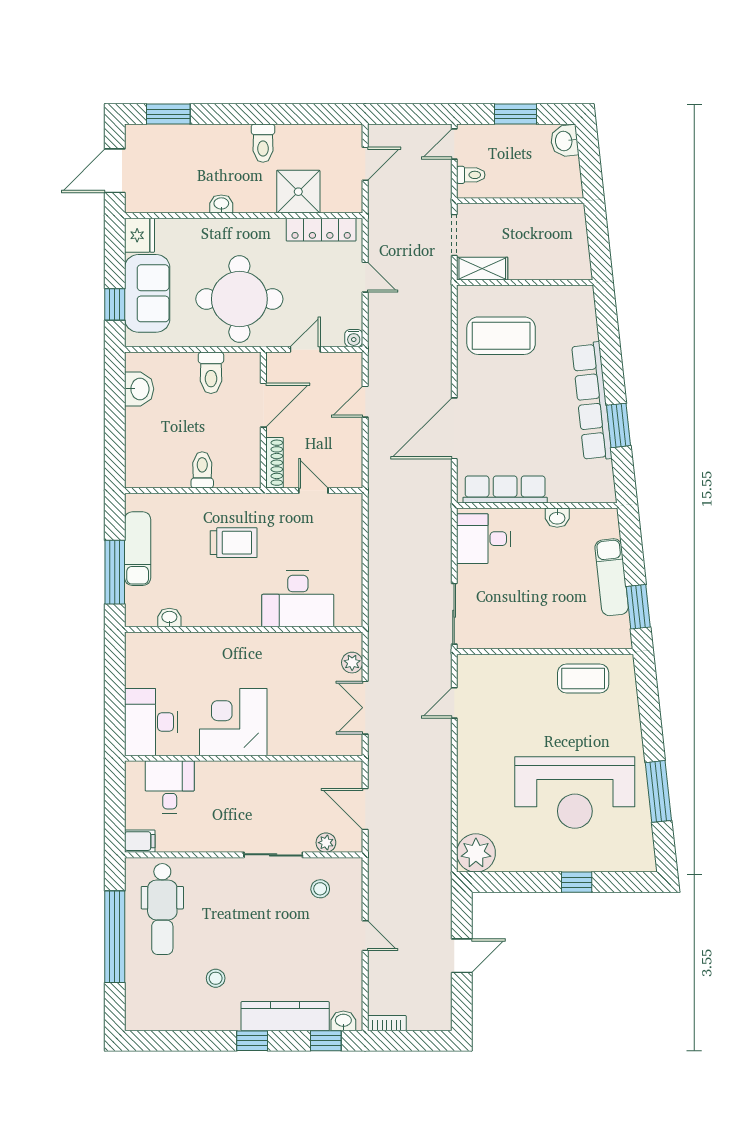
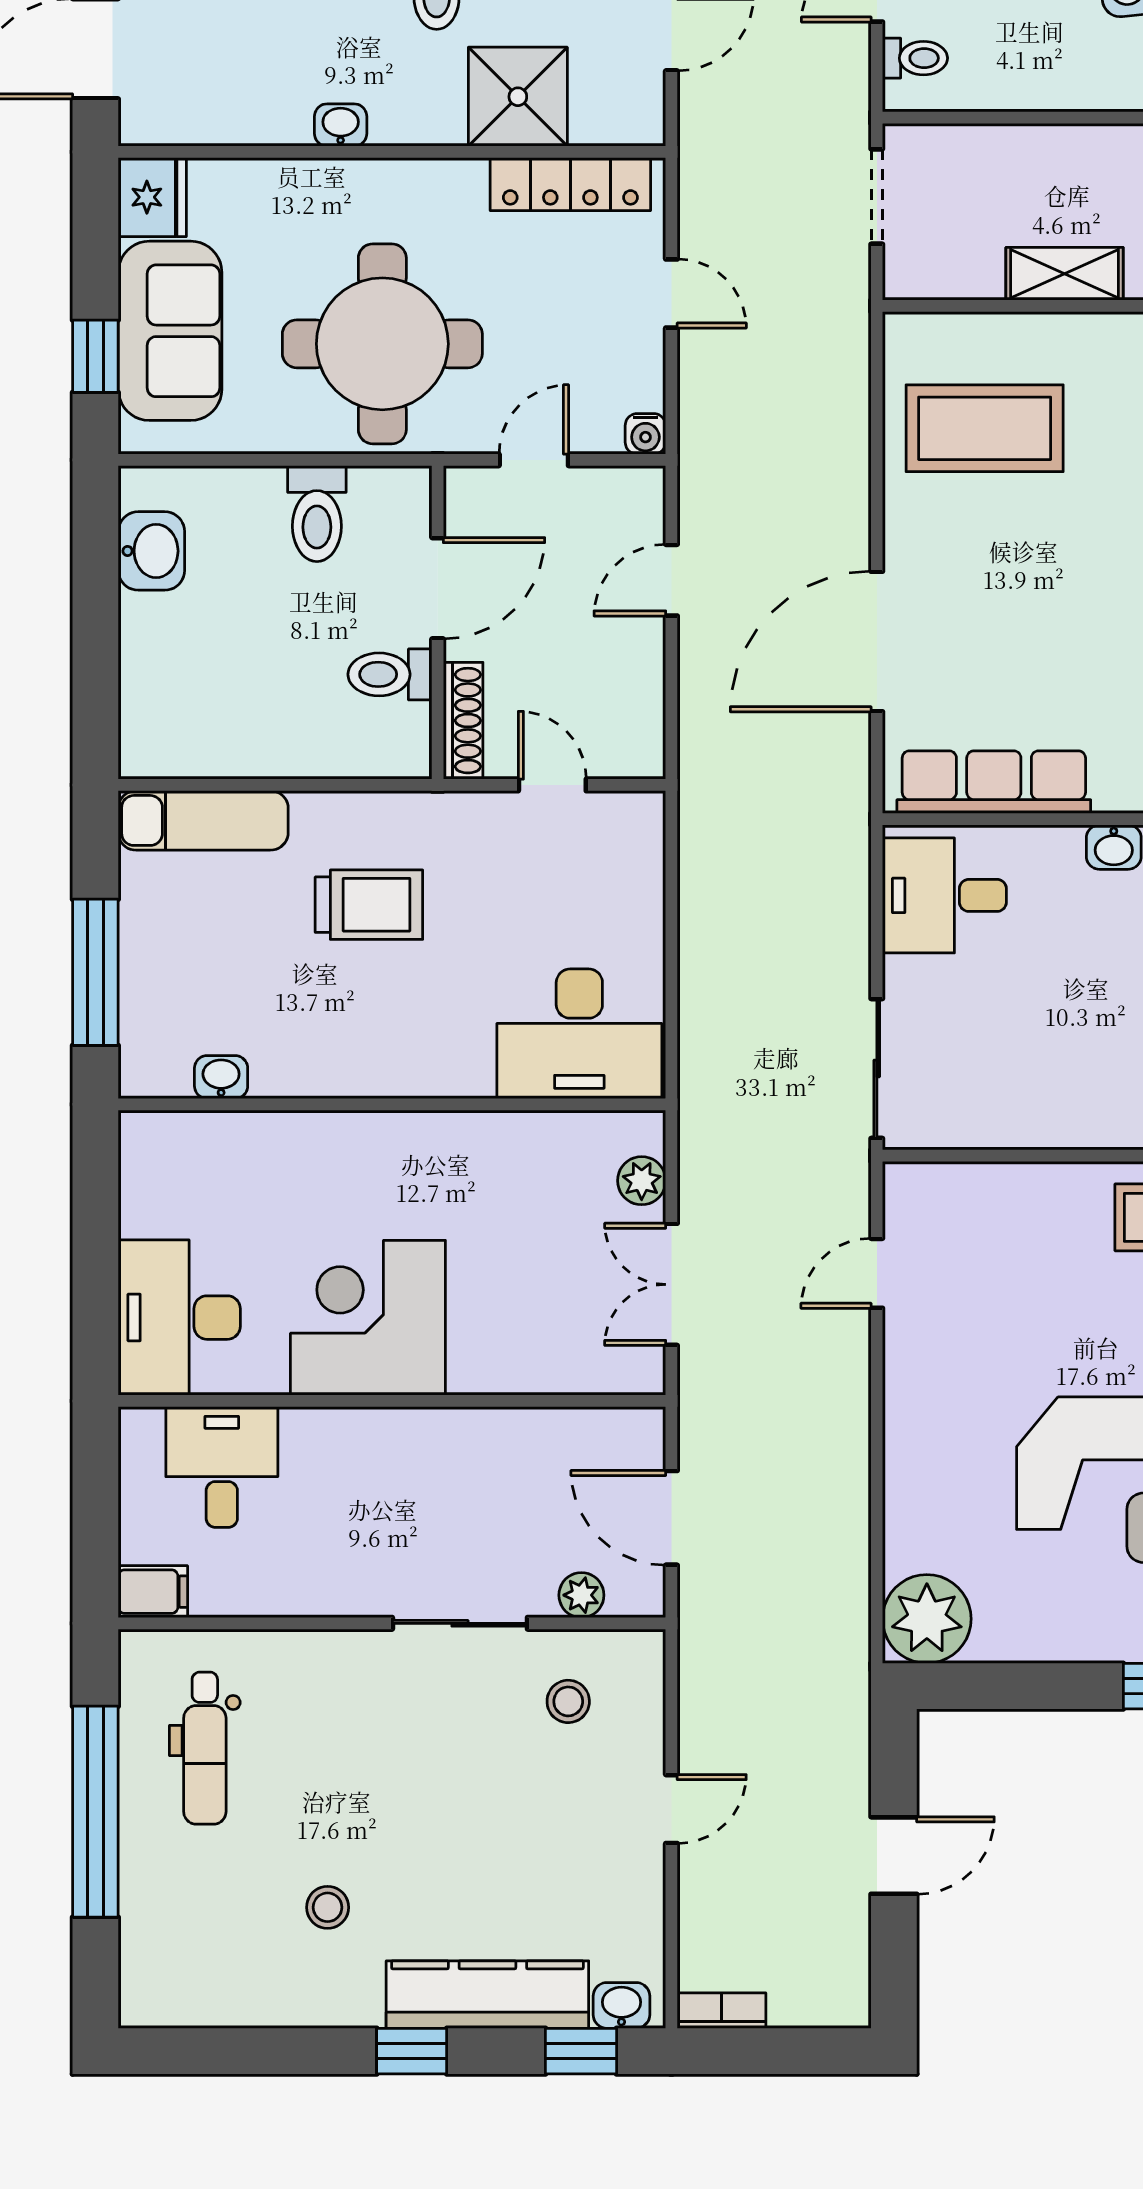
shelving: (482, 269) -> (1065, 274), moved
toilet: (202, 470) -> (390, 674), moved, turned -90
exam couch: (138, 549) -> (203, 820), moved, turned 90
desk: (298, 599) -> (579, 1034), moved
dental chair: (162, 909) -> (205, 1748), width x0.73, depth x0.72
door: (365, 936) -> (671, 1809), hinge flipped

